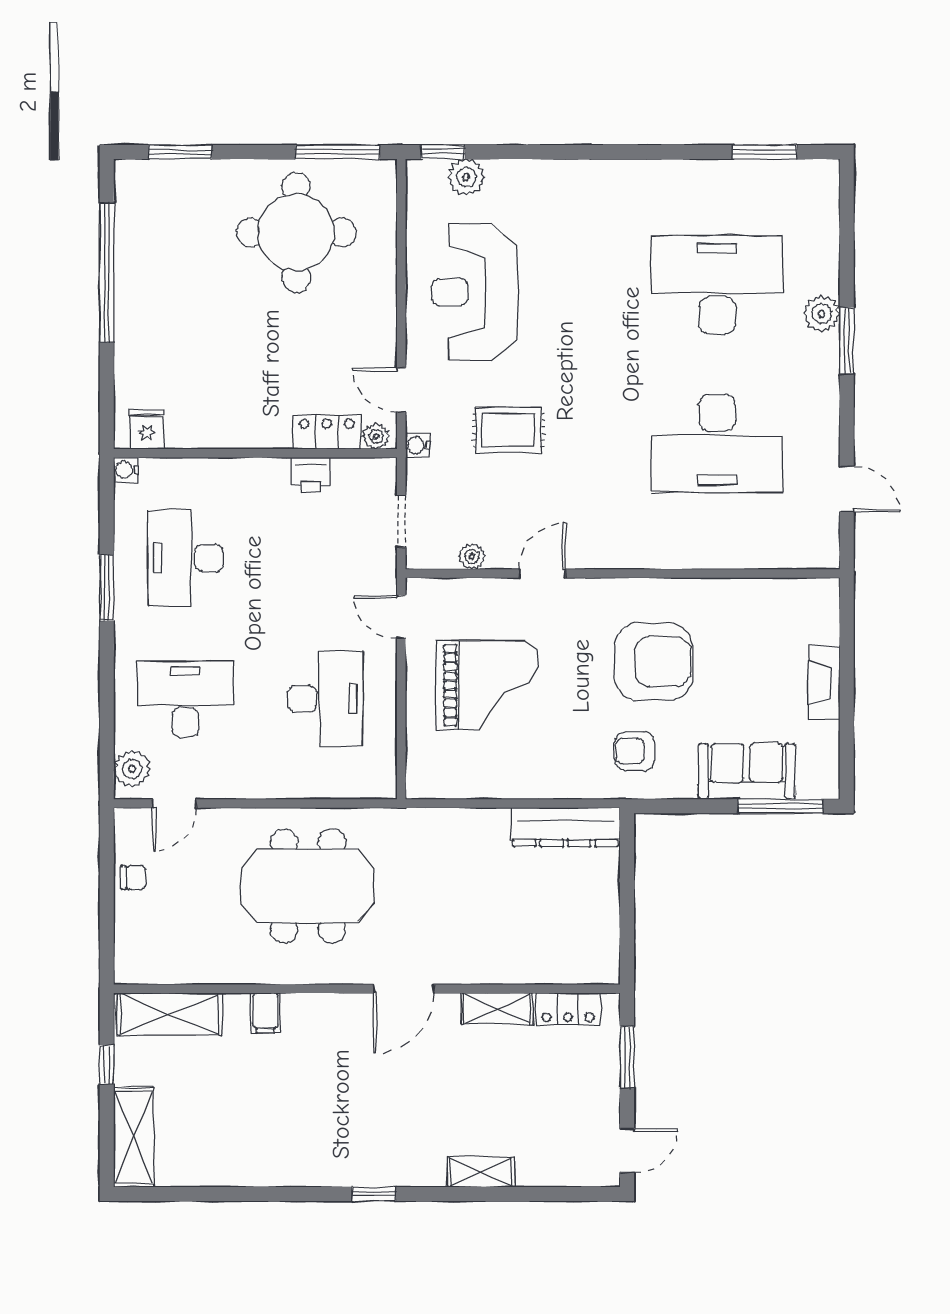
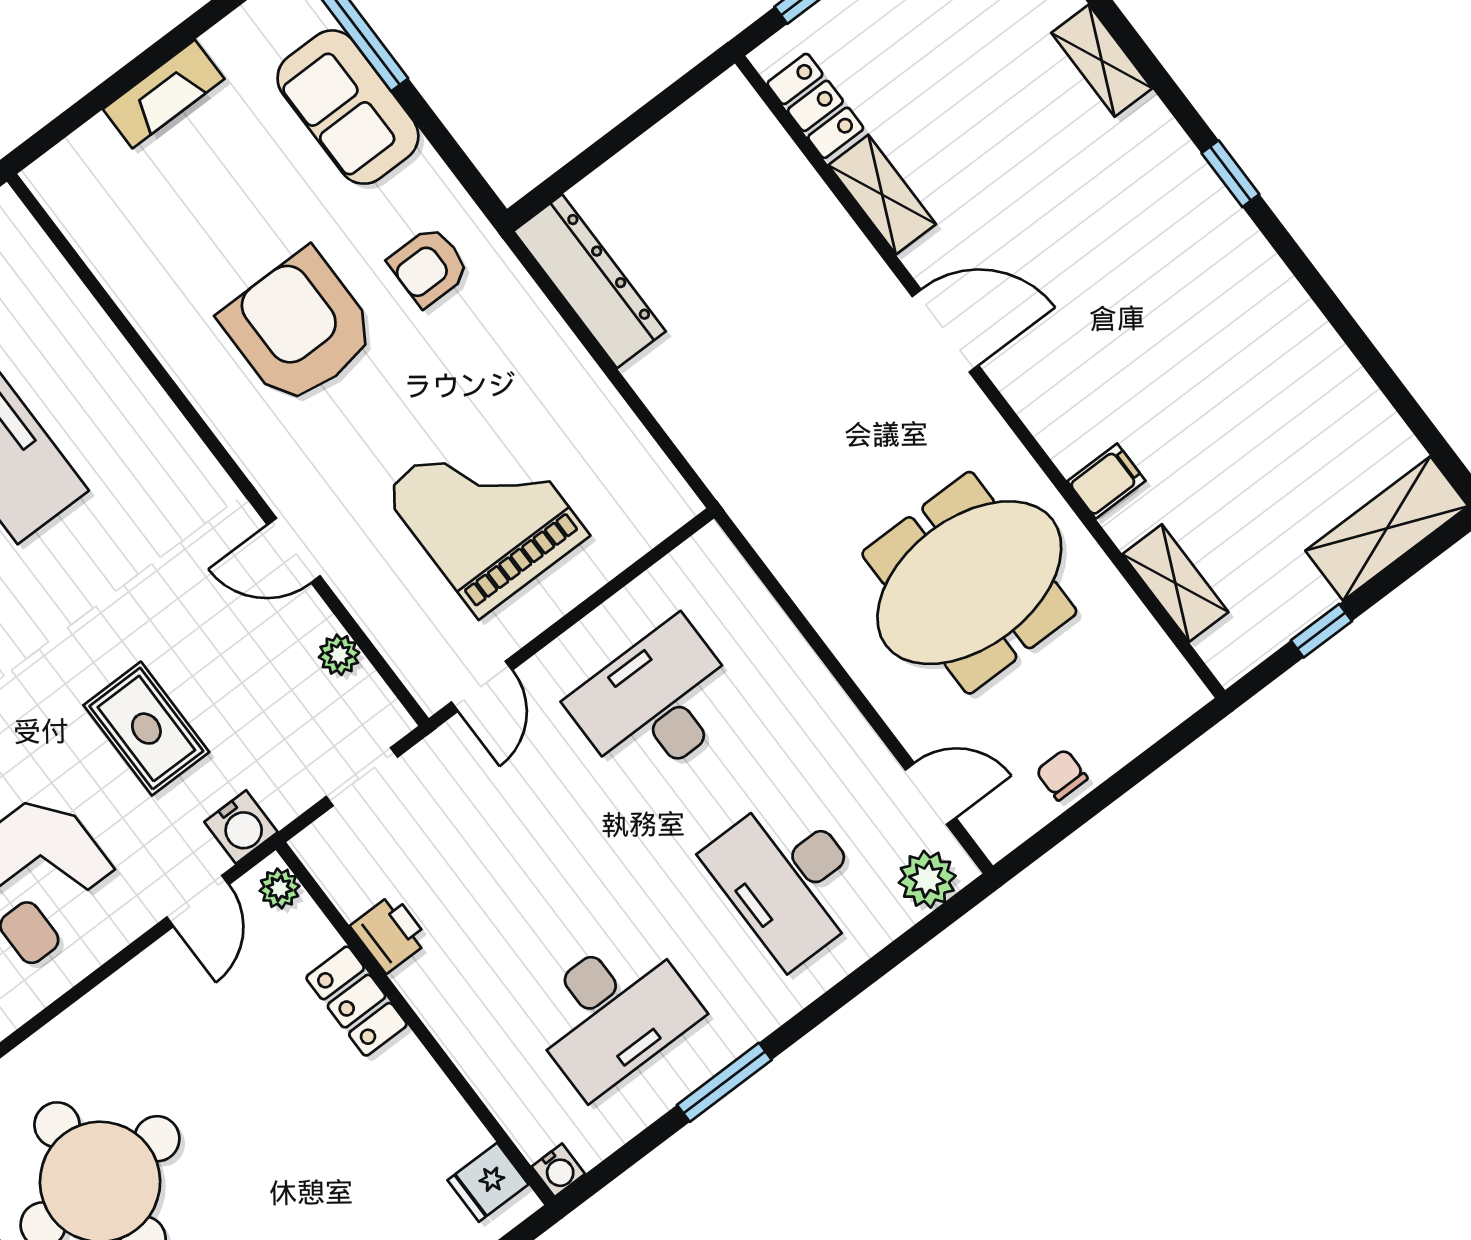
locker: (327, 432) -> (356, 1001), moved
water cooler: (418, 445) -> (241, 827), width x1.38, depth x1.38
armchair: (635, 751) -> (429, 267), turned 90
meeting table: (308, 886) -> (969, 583), moved, turned 90
shelving: (169, 1014) -> (1175, 583), width x0.67, depth x0.75

